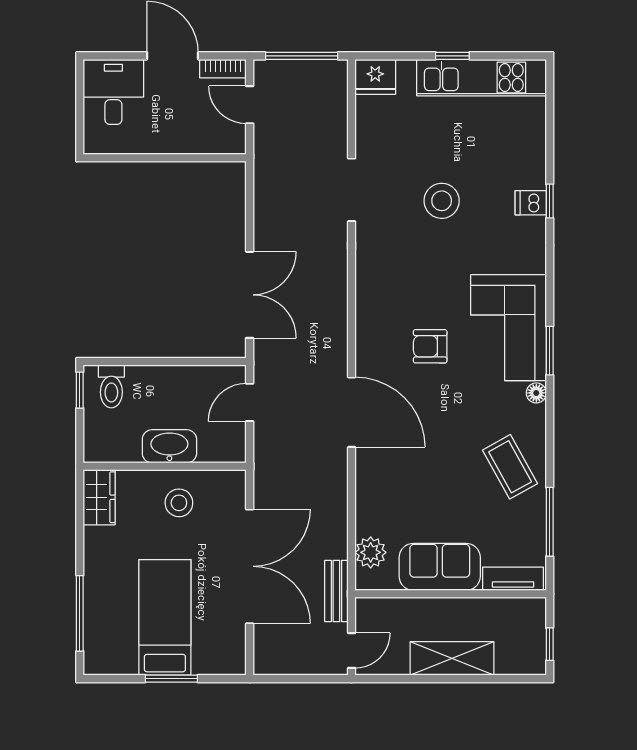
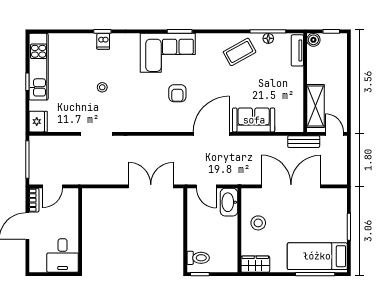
desk: (113, 92) -> (63, 256), moved, turned -90
stool: (442, 201) -> (102, 87), width x0.53, depth x0.53
floor lamp: (536, 393) -> (268, 38), moved
washbasin: (169, 446) -> (229, 202), moved
plant: (371, 552) -> (284, 124), removed
sofa: (440, 567) -> (254, 120), moved, turned 90
boiler: (534, 610) -> (313, 40), added
bed: (165, 617) -> (317, 256), moved
shelving: (452, 658) -> (316, 106), moved

